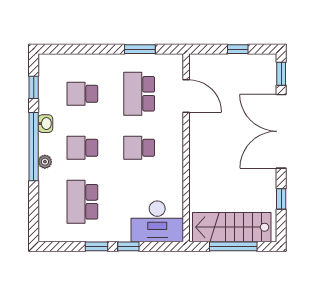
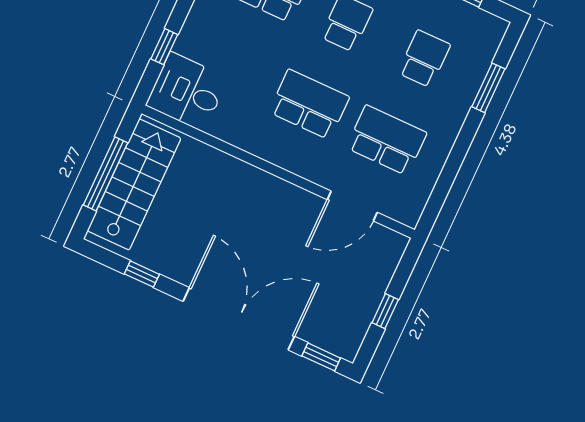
window: (140, 49) -> (488, 88), moved
school desk: (139, 148) -> (309, 104), width x1.85
desk: (157, 221) -> (187, 92), width x0.73
window: (128, 246) -> (164, 47), moved

